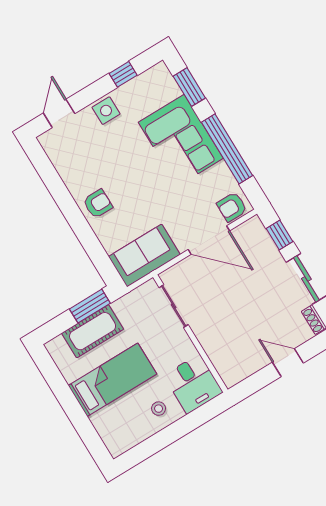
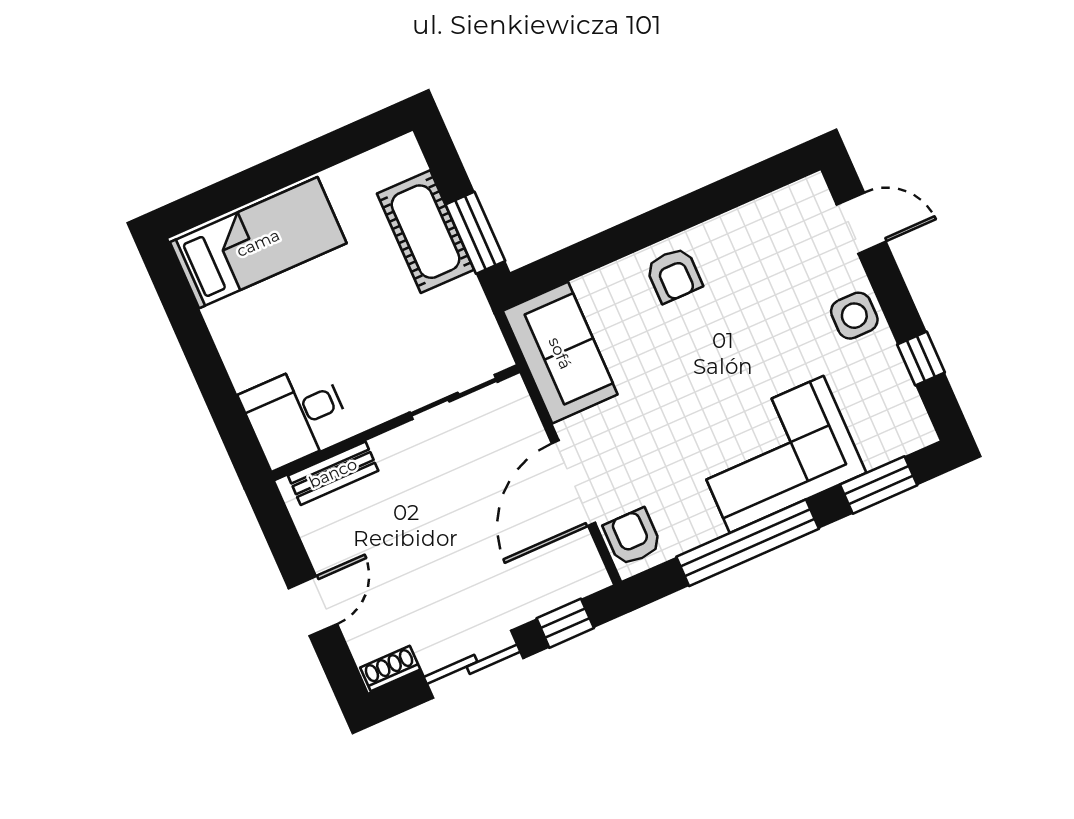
bench: (220, 361) -> (333, 473), added
bed: (112, 380) -> (258, 243), moved, turned -90
stool: (159, 409) -> (257, 341), removed

